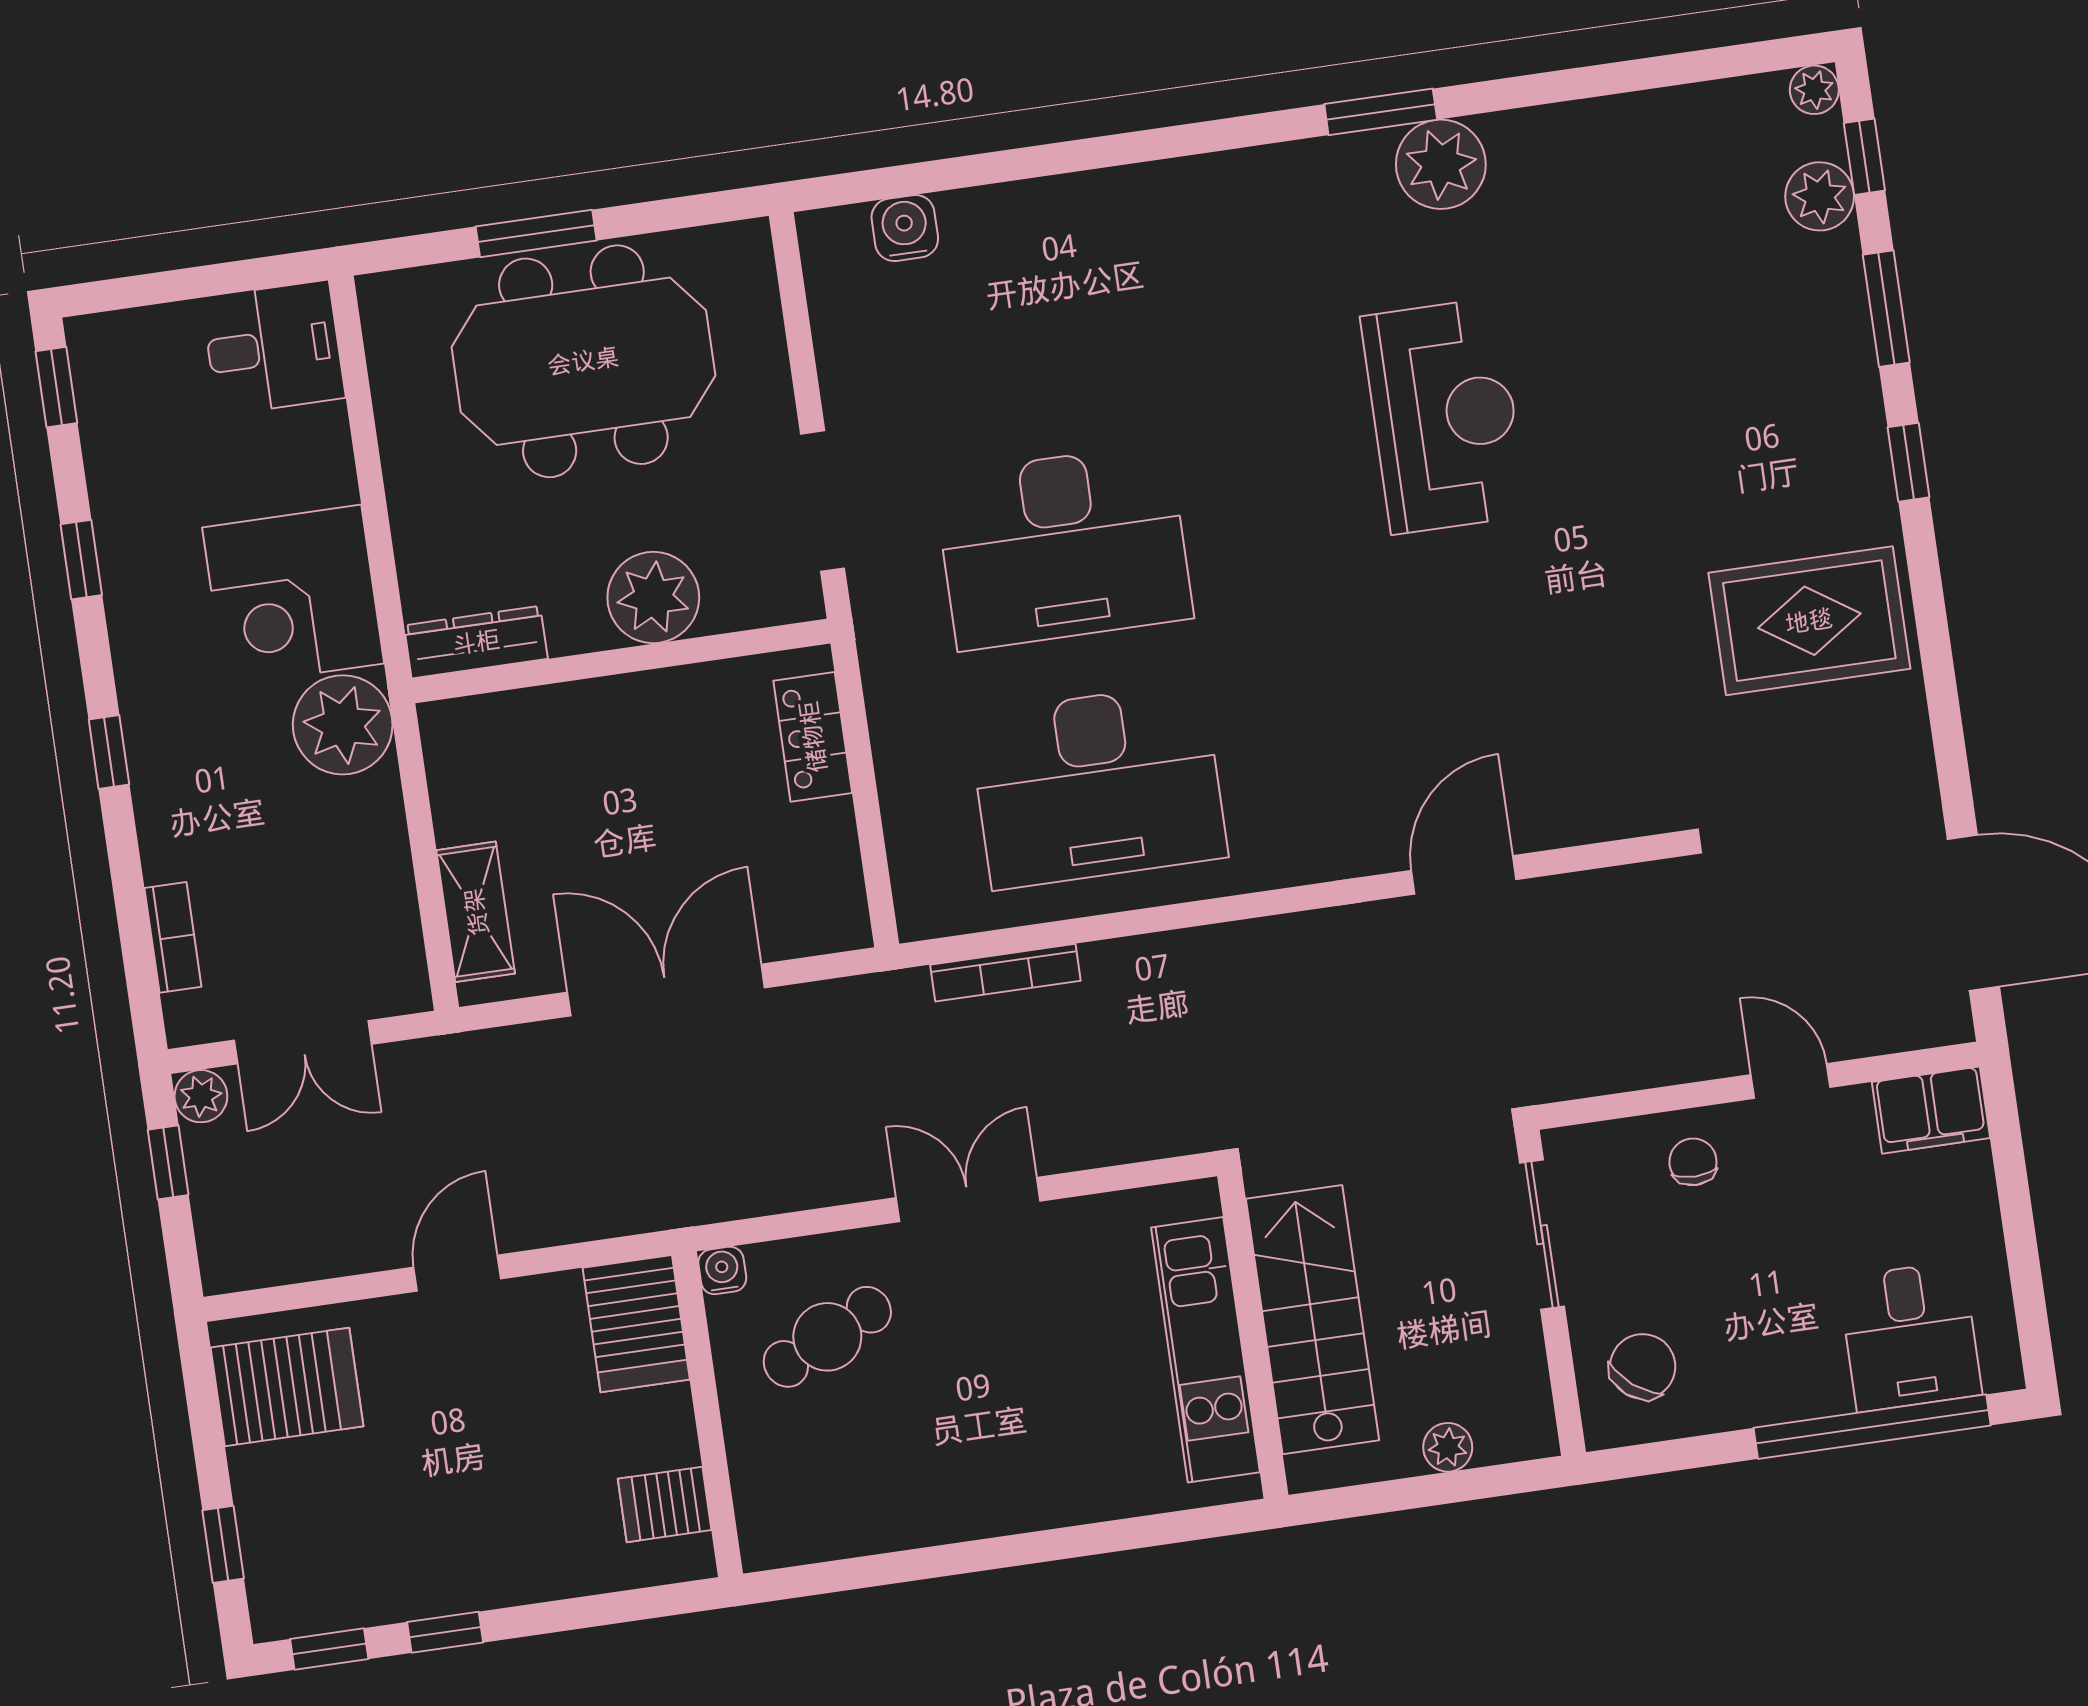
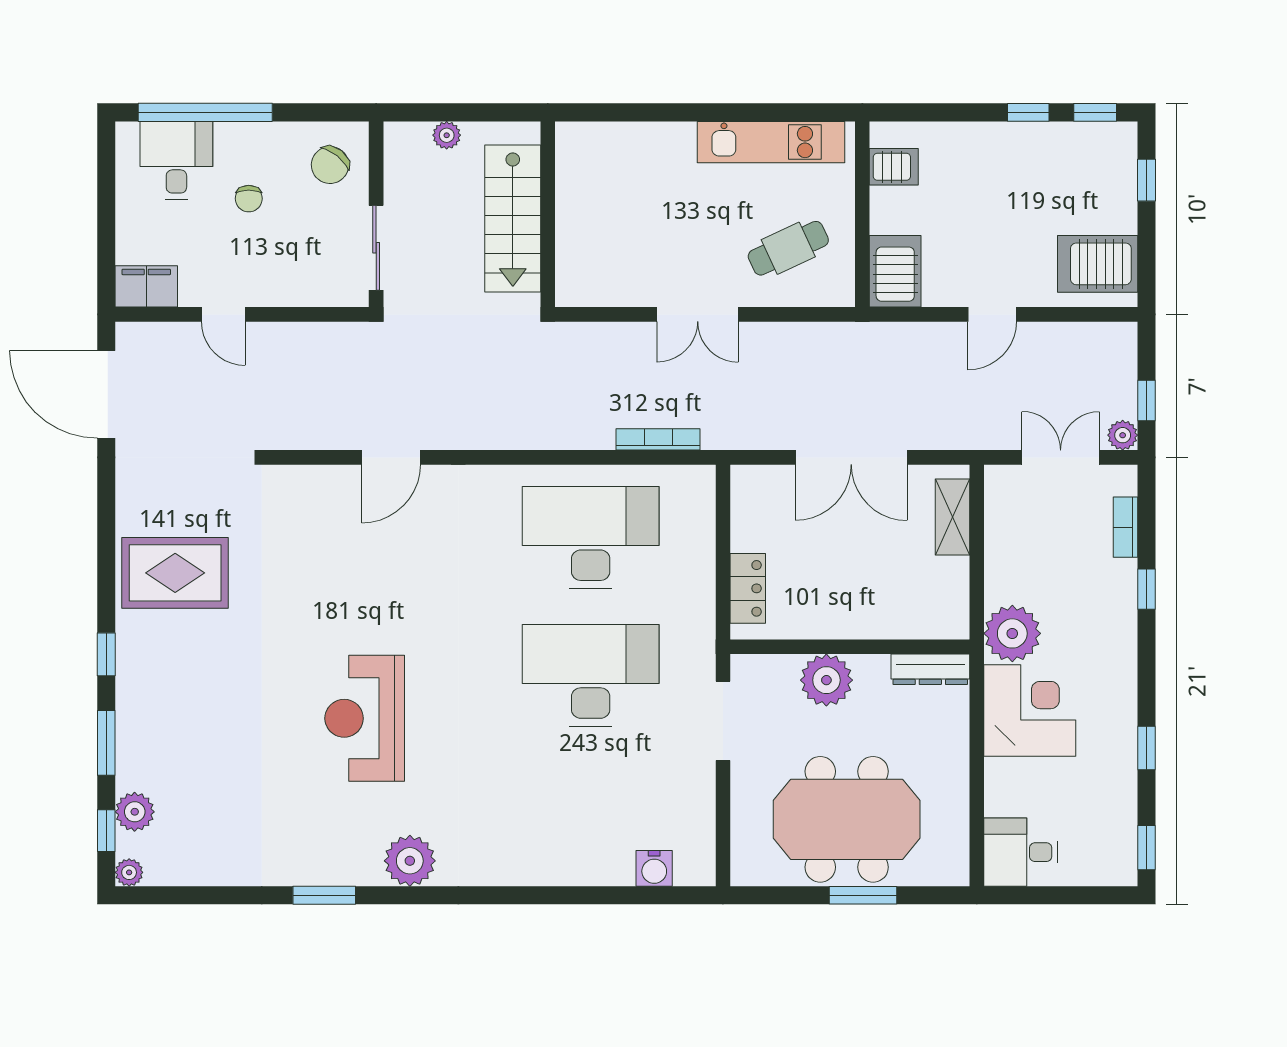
window: (1381, 112) -> (324, 895), moved
plant: (1441, 164) -> (410, 861), moved
window: (109, 752) -> (1147, 589), moved
chair: (1693, 1162) -> (249, 199), moved
water cooler: (722, 1270) -> (842, 294), removed
kitchen unit: (1206, 1350) -> (771, 142), moved, turned 90

